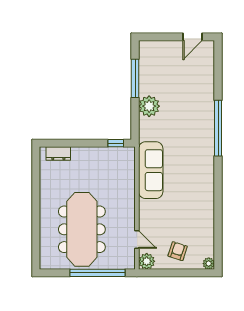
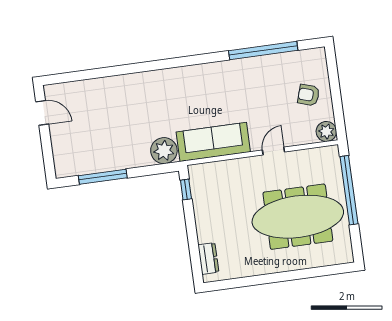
plant: (149, 106) -> (164, 151), moved
window: (218, 128) -> (263, 51), moved
door: (137, 239) -> (273, 151), moved
plant: (209, 264) -> (319, 55), removed

